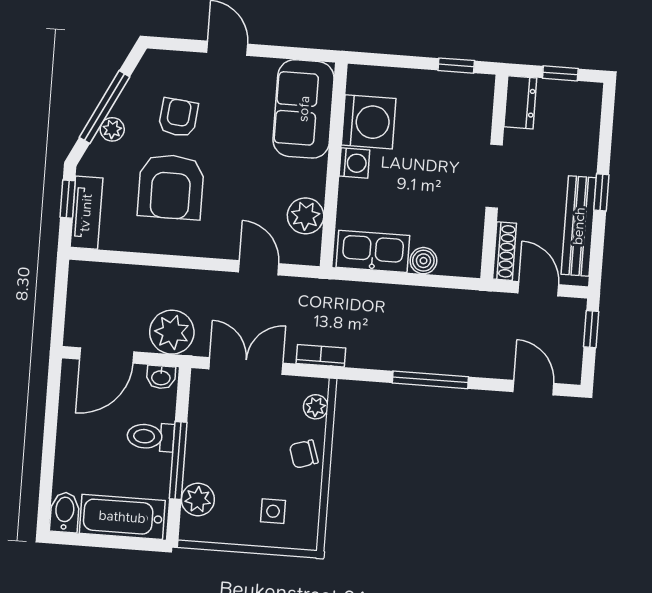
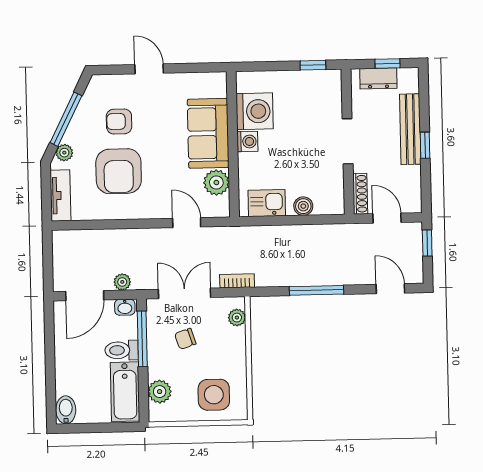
dresser: (520, 102) -> (378, 78), moved, turned 90
sofa: (304, 109) -> (208, 133), moved
armchair: (178, 117) -> (119, 121), turned -96
plant: (112, 129) -> (64, 153), moved
window: (68, 199) -> (46, 187), removed
bench: (579, 226) -> (410, 129), moved
kitchen sink: (373, 251) -> (267, 203), width x0.73
plant: (172, 332) -> (122, 282), width x0.53, depth x0.53
chair: (304, 454) -> (185, 339), moved
window: (178, 461) -> (142, 339), moved
side table: (273, 511) -> (214, 395), width x1.87, depth x1.87
bathtub: (122, 517) -> (125, 392), moved, turned -90

